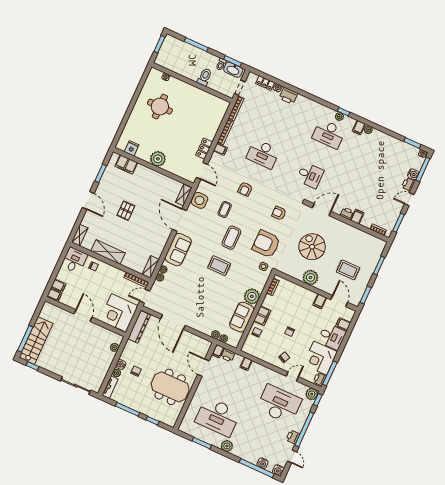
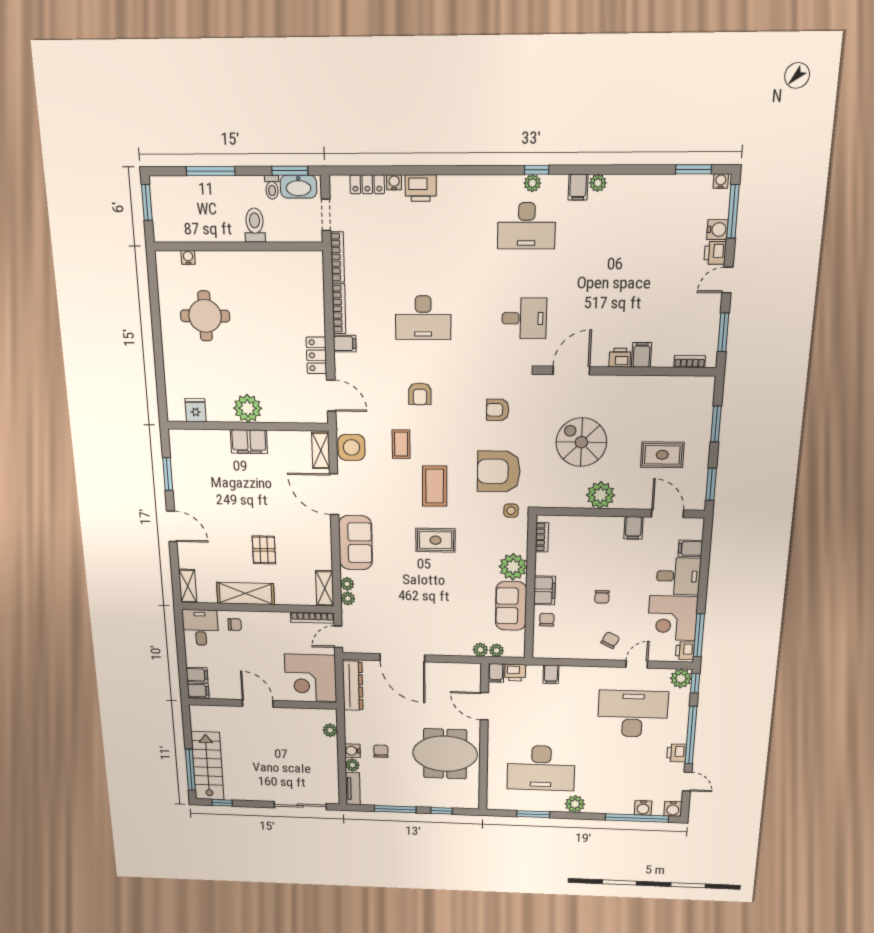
filing cabinet: (126, 164) -> (249, 442), moved
pallet: (126, 211) -> (264, 550), moved

